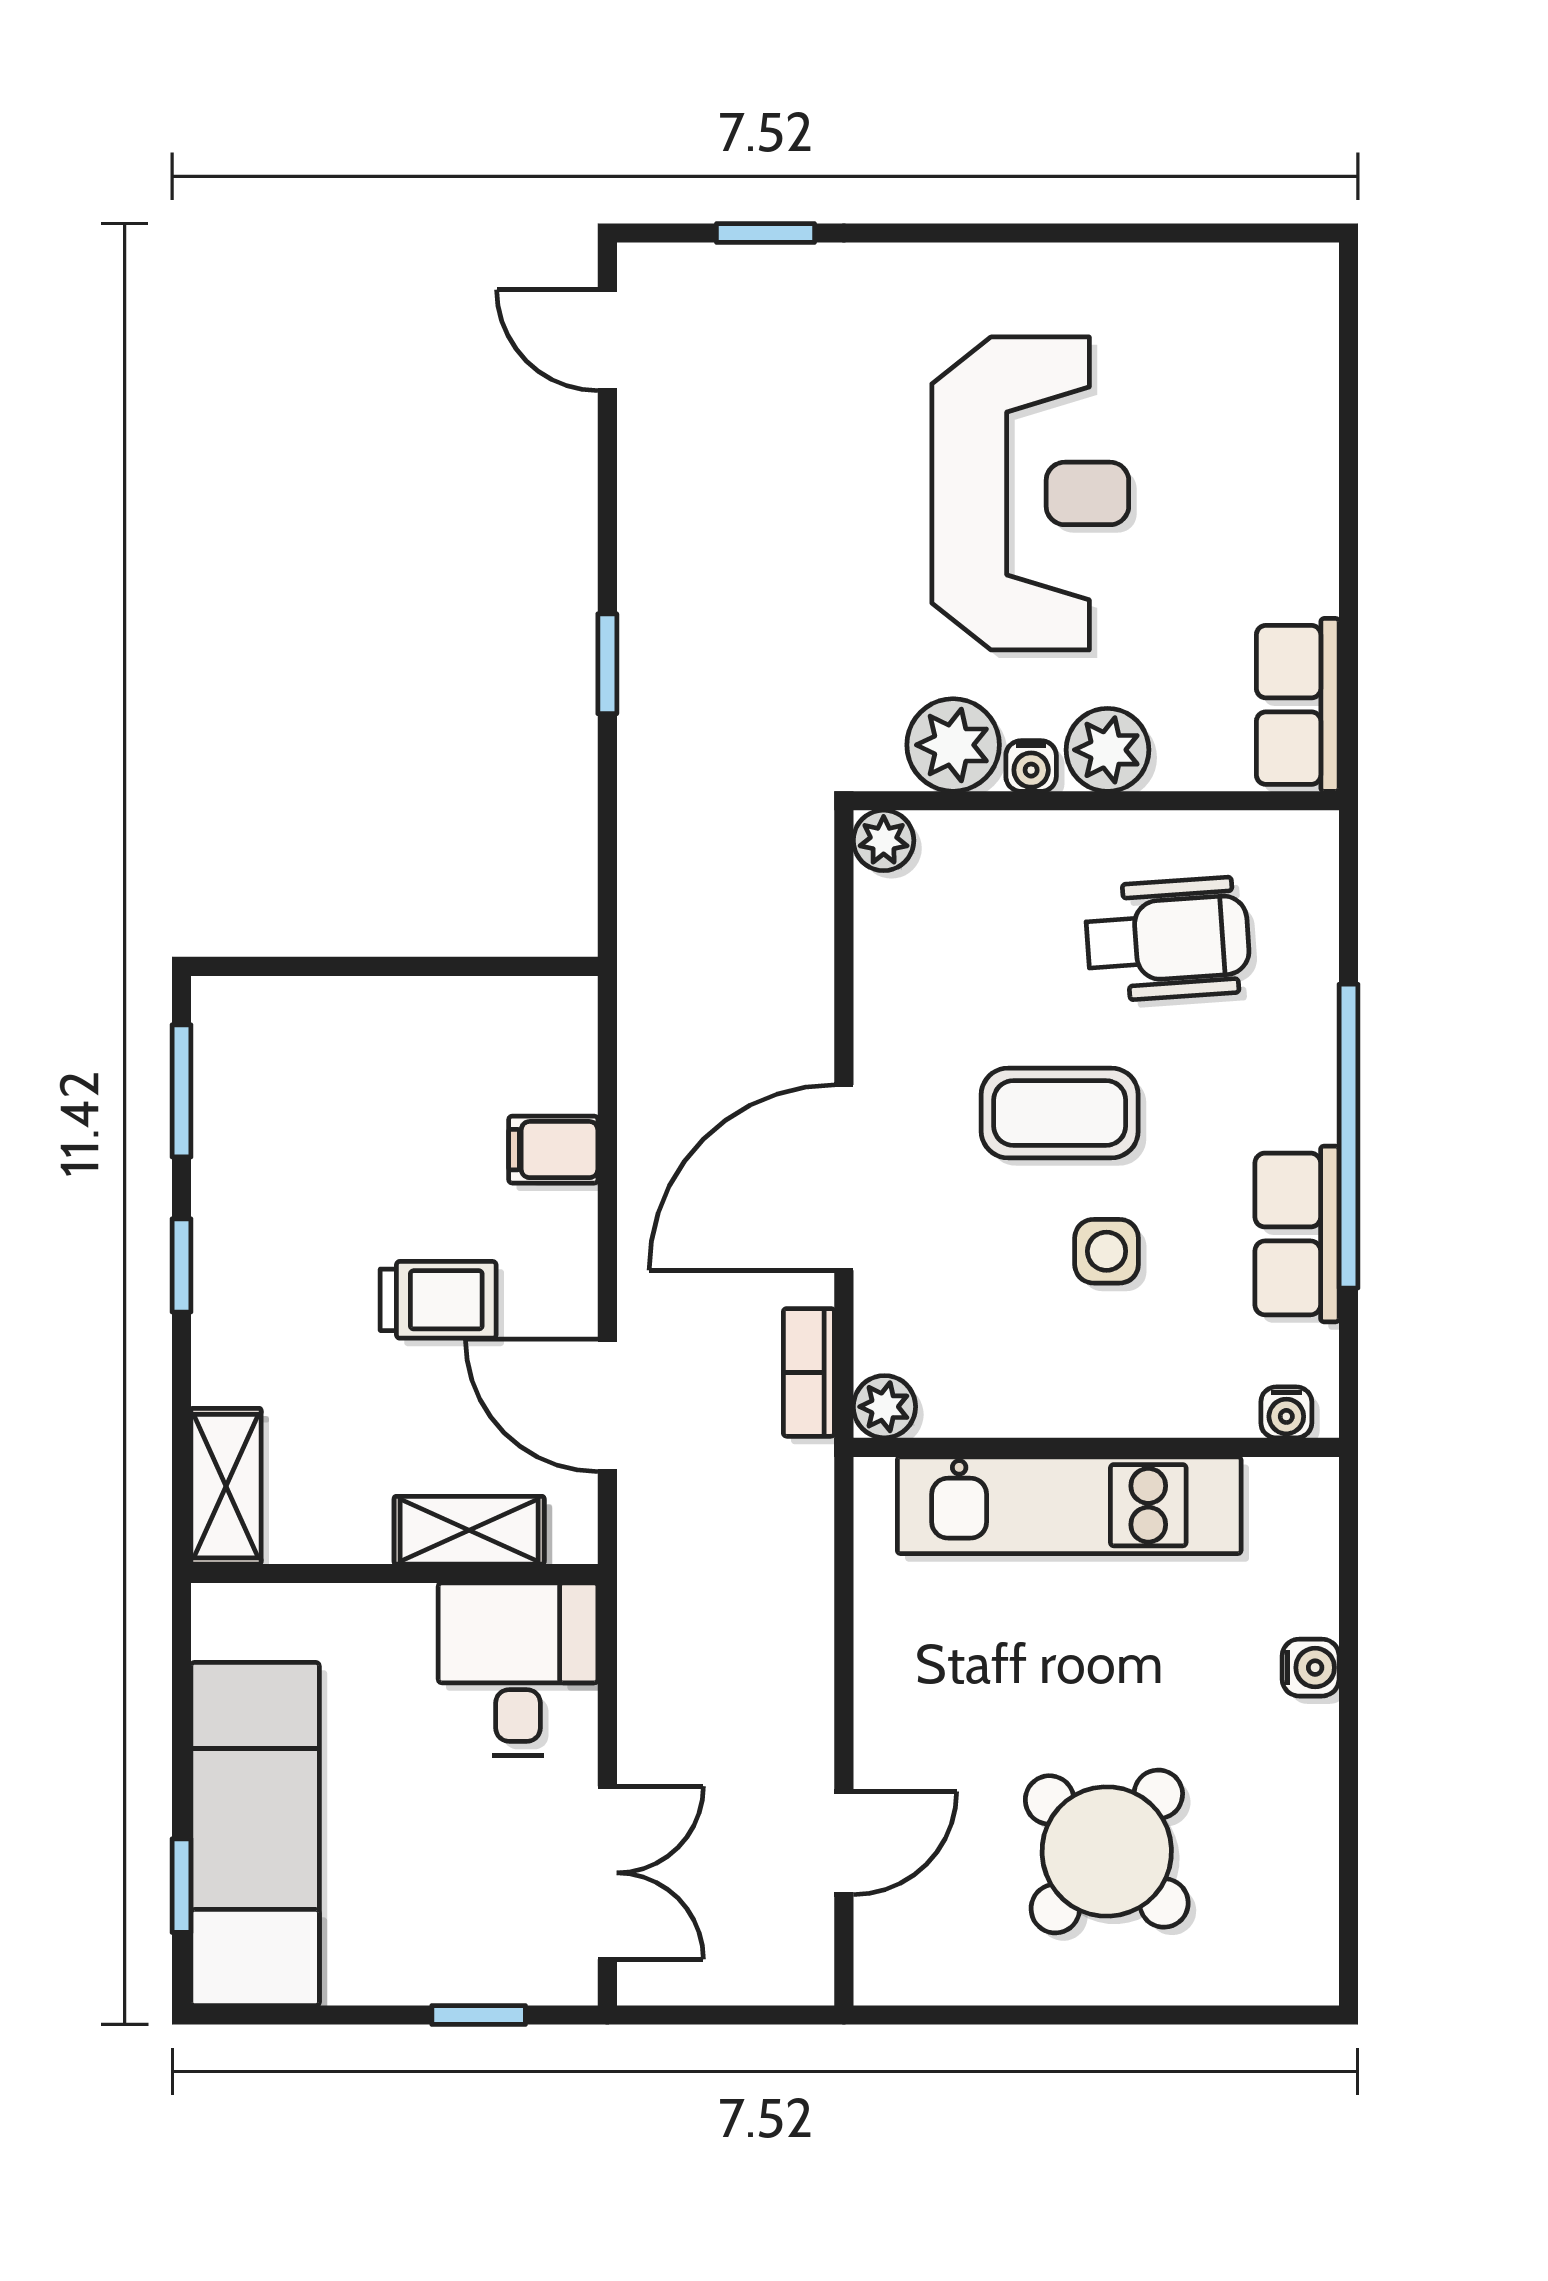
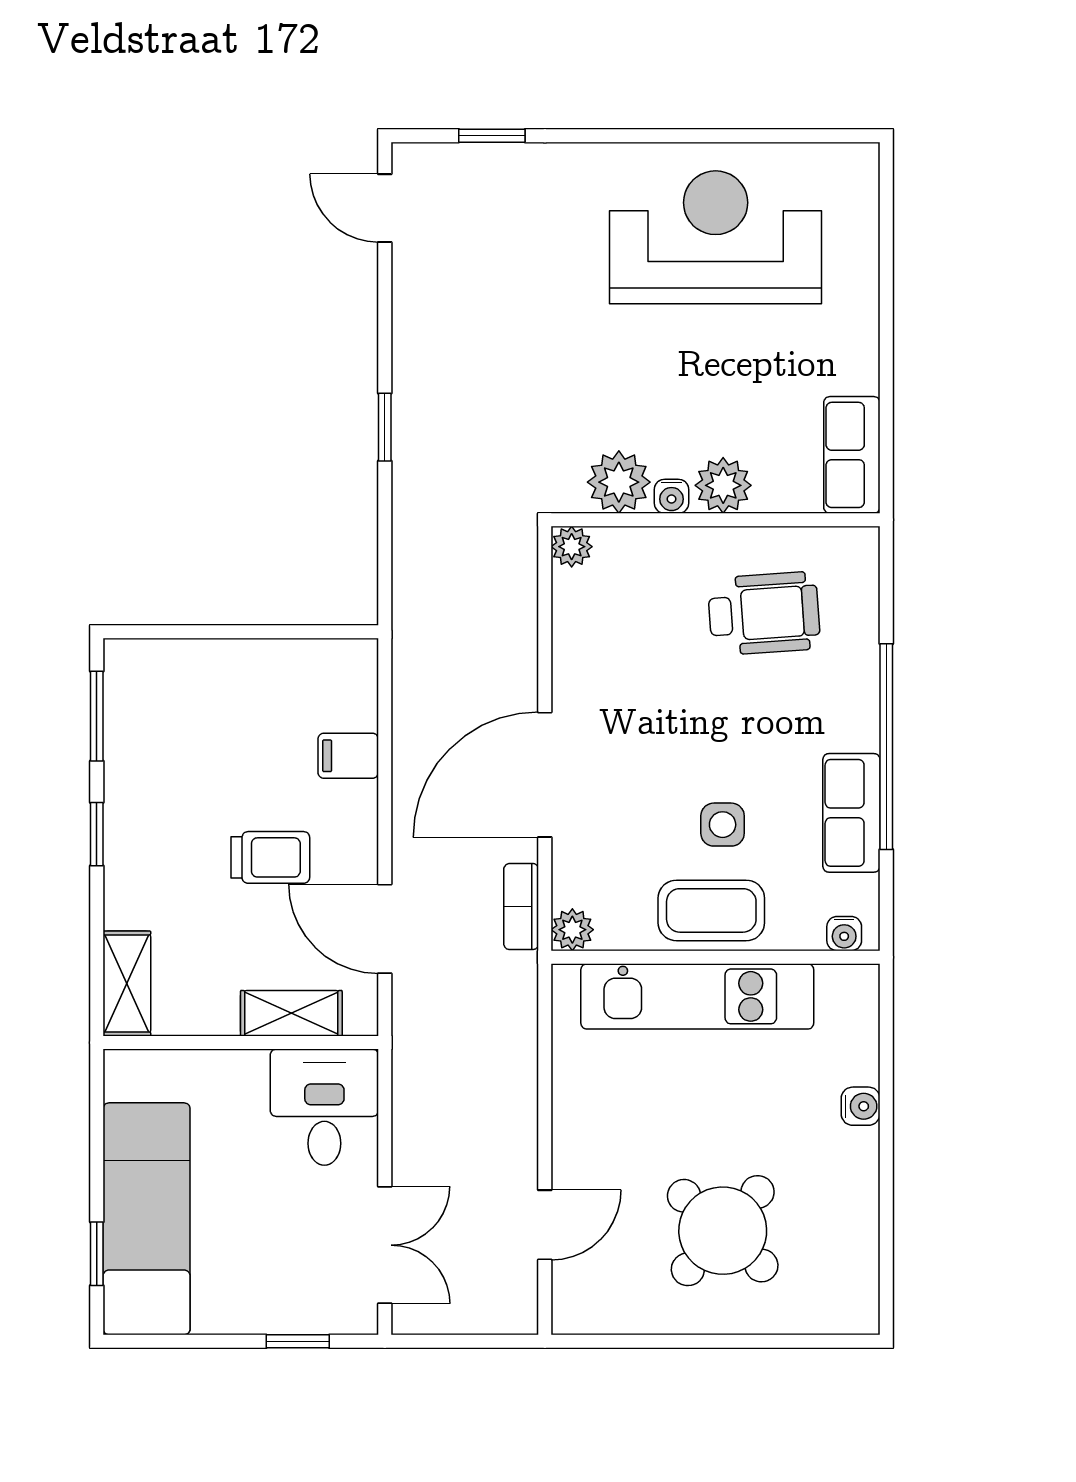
reception desk: (1030, 493) -> (716, 237), moved, turned -90
coffee table: (1060, 1113) -> (711, 910), moved

